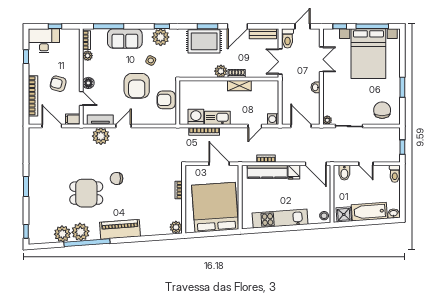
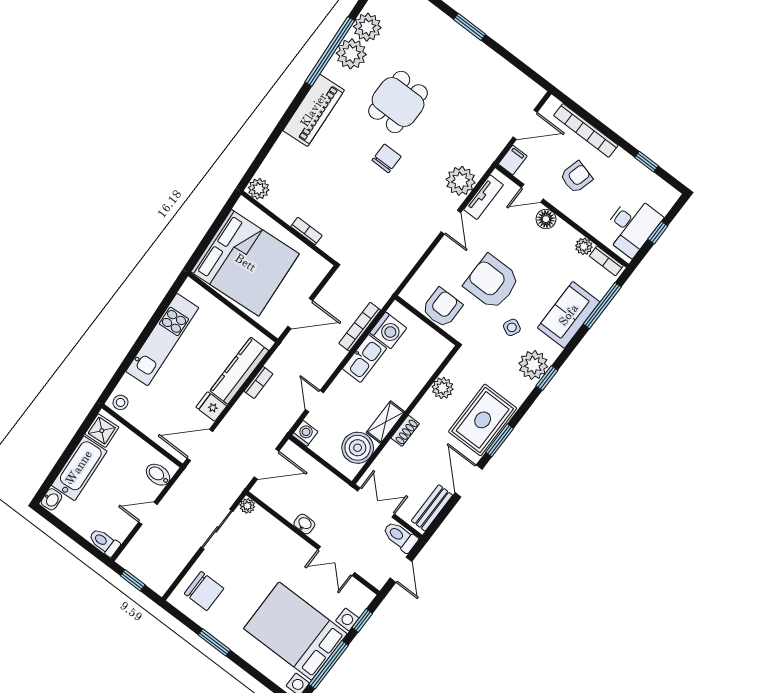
desk: (44, 41) -> (632, 226), moved
plant: (221, 71) -> (443, 388), moved
boiler: (261, 90) -> (358, 448), added

